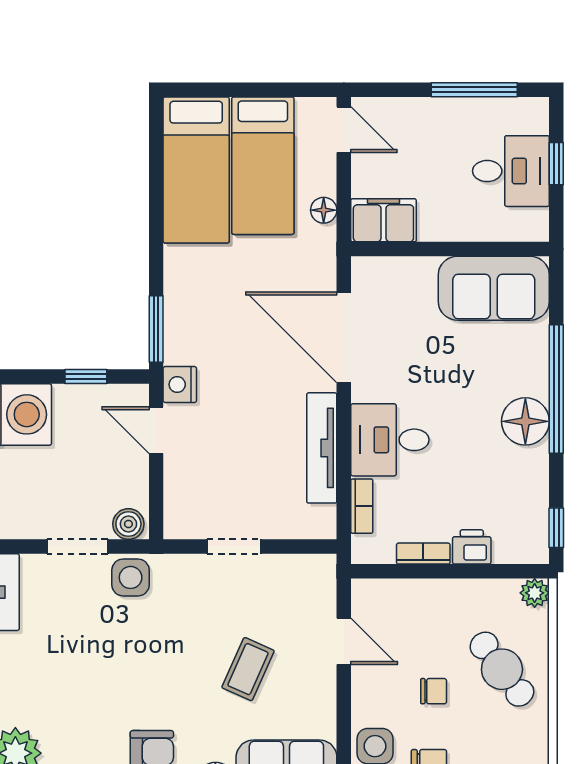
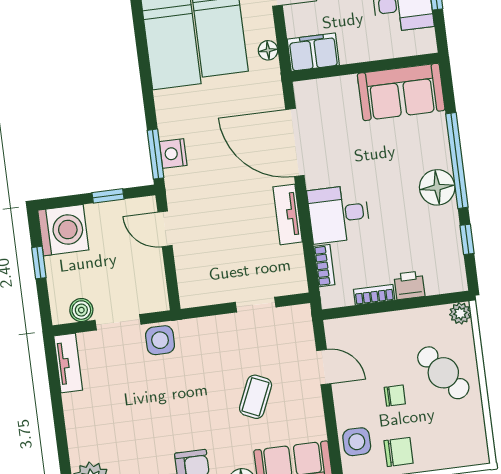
nightstand: (180, 384) -> (173, 153), moved
tv unit: (322, 448) -> (288, 214), width x0.71
boiler: (128, 524) -> (81, 310), moved
window: (556, 528) -> (467, 239), moved
doorway: (234, 547) -> (256, 305), moved

